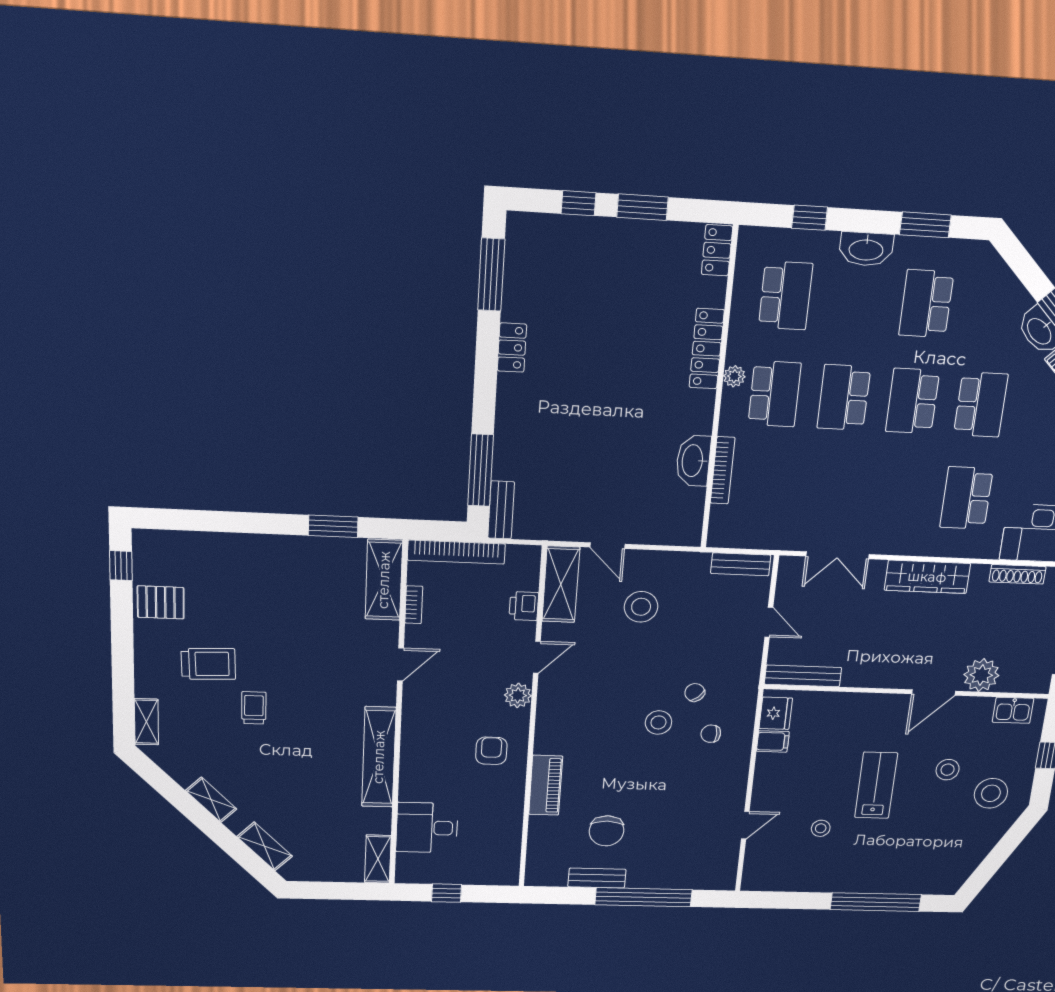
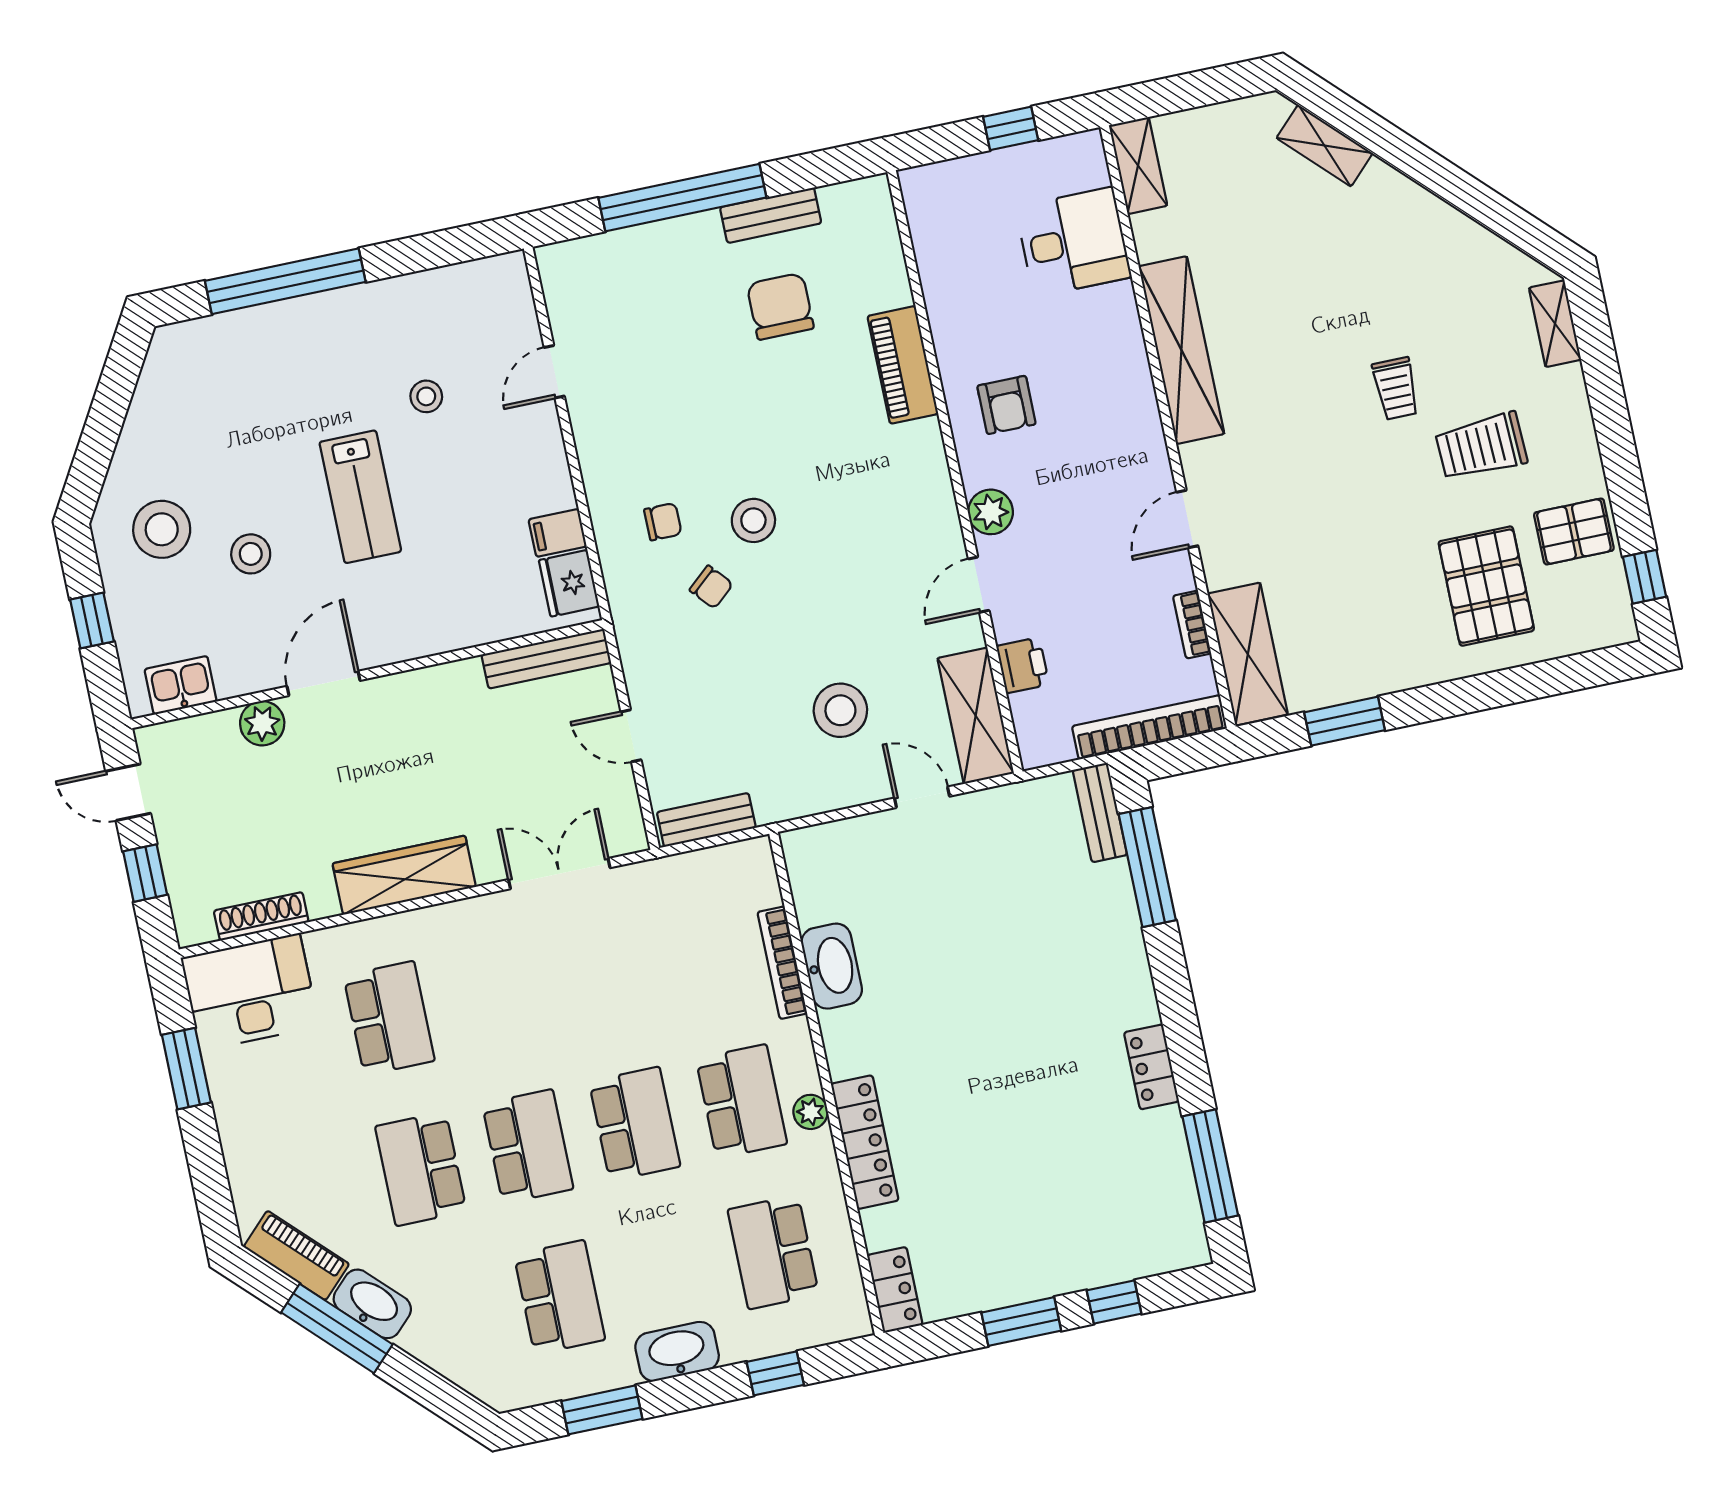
school desk: (774, 394) -> (742, 1101), turned 180
pallet: (224, 584) -> (1486, 586), added
plant: (981, 675) -> (262, 723), width x0.73, depth x0.73
shelving: (211, 800) -> (1427, 210), removed

